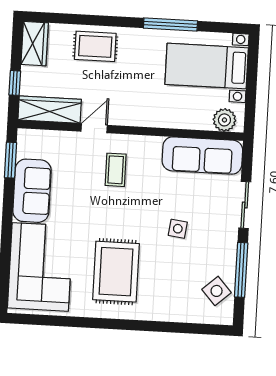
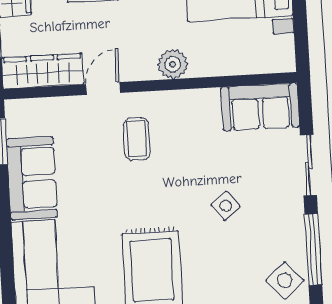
plant: (224, 120) -> (173, 64), moved
sofa: (202, 155) -> (260, 107), width x0.73
side table: (178, 229) -> (226, 206), turned 45

